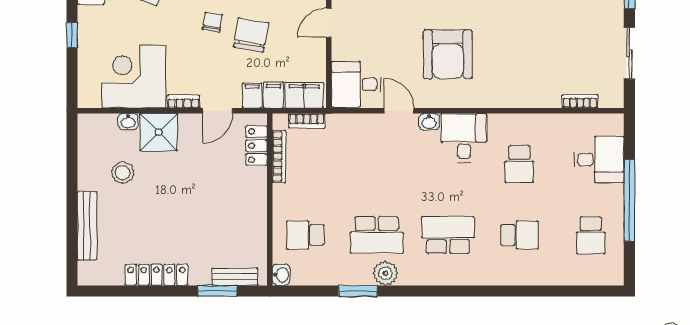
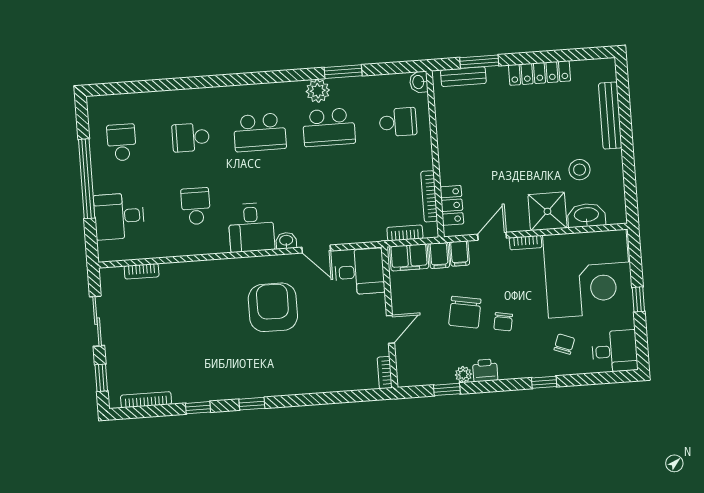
corner desk: (134, 77) -> (587, 274), width x1.36, depth x1.36
washbasin: (128, 122) -> (586, 215), width x1.91, depth x1.45
school desk: (377, 235) -> (329, 127), turned 180

